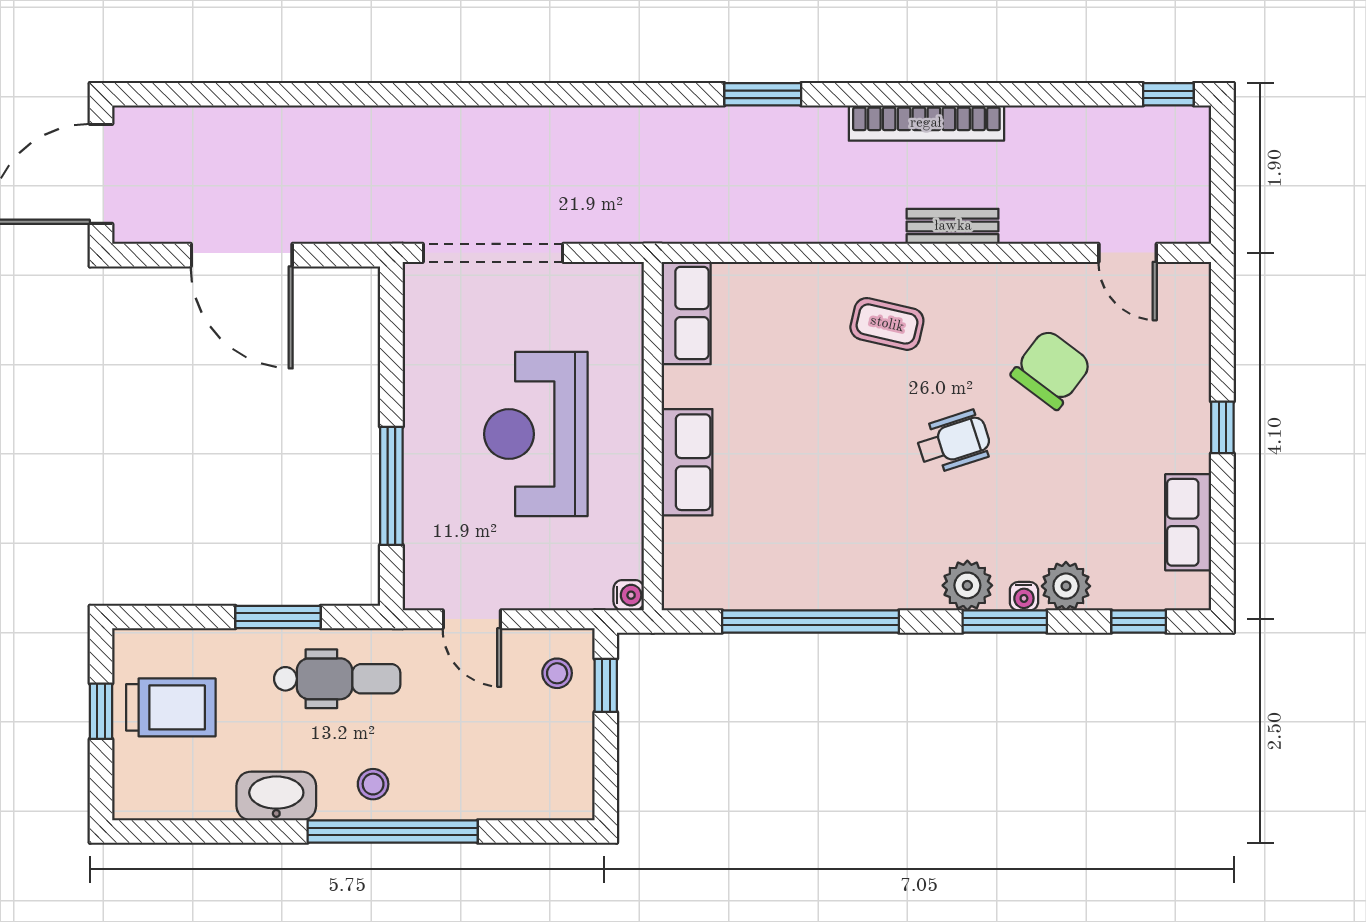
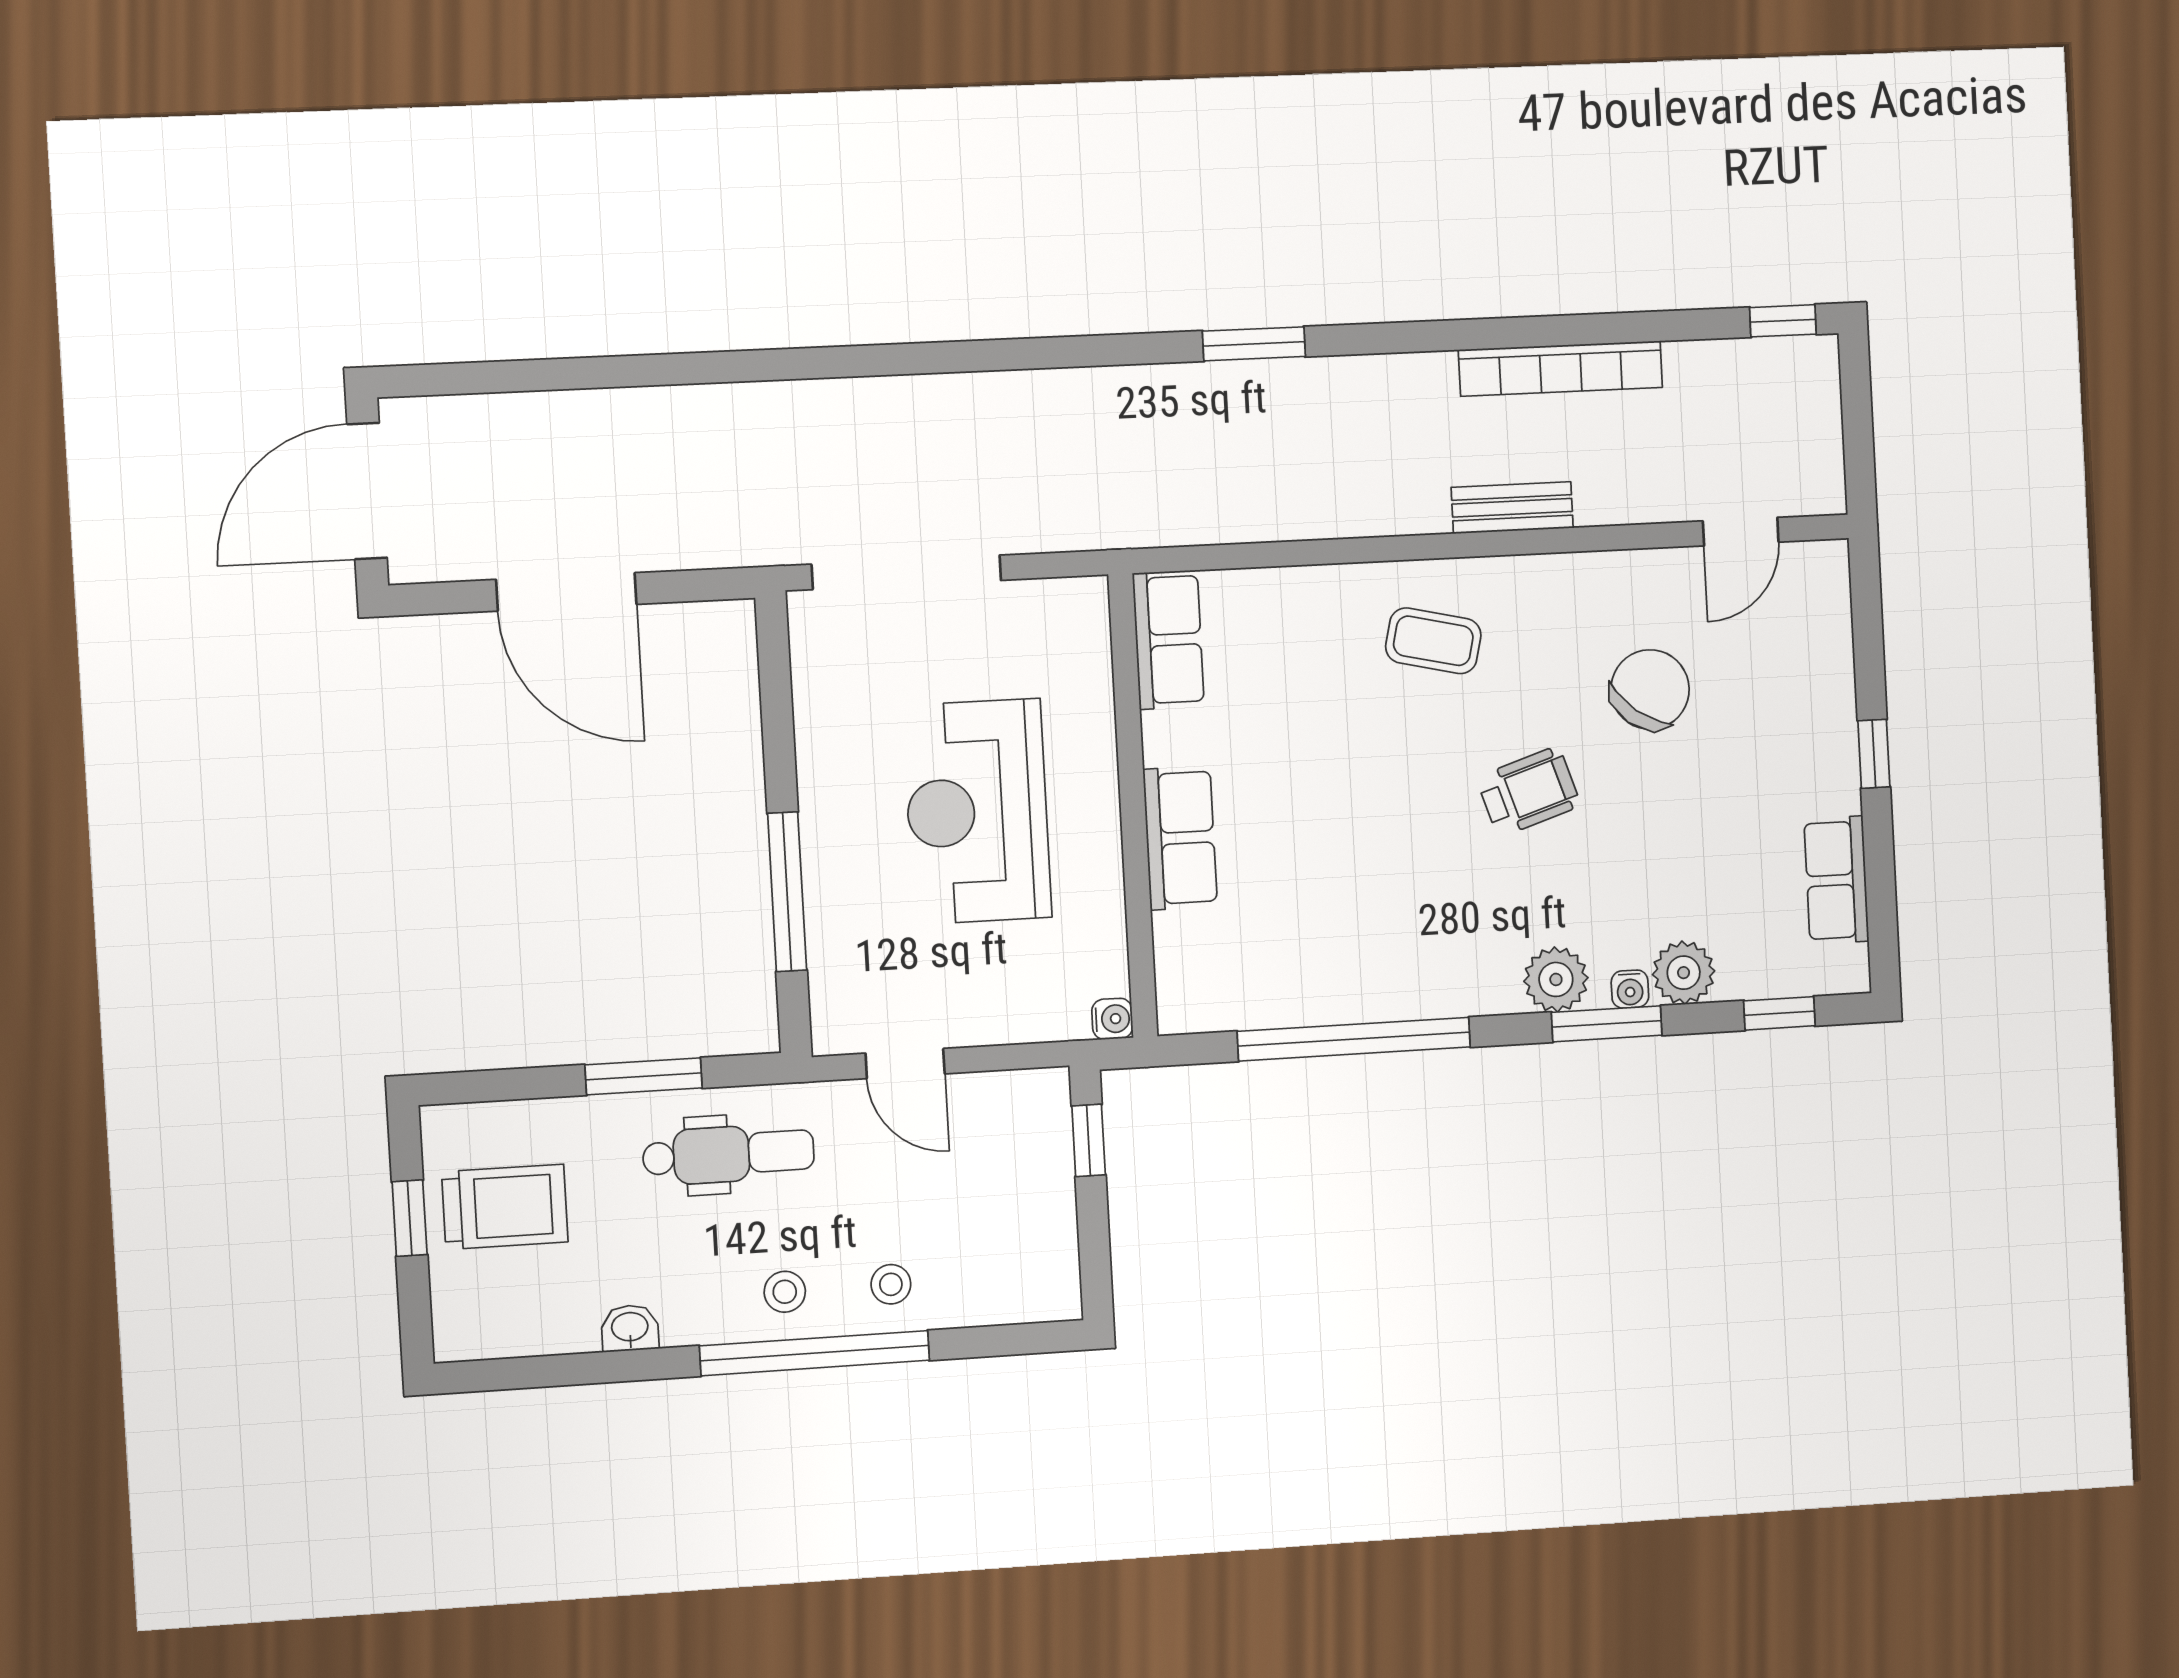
bookcase: (926, 123) -> (1561, 369), moved
door: (1128, 253) -> (1741, 532), hinge flipped
stool: (557, 673) -> (891, 1284), moved
washbasin: (276, 796) -> (630, 1328), width x0.52, depth x0.69

